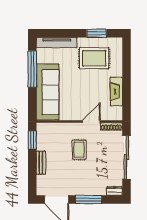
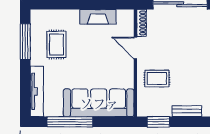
window: (96, 33) -> (25, 42), width x1.44
rug: (94, 58) -> (56, 44), width x0.73, depth x0.70
rug: (79, 150) -> (157, 79), moved

